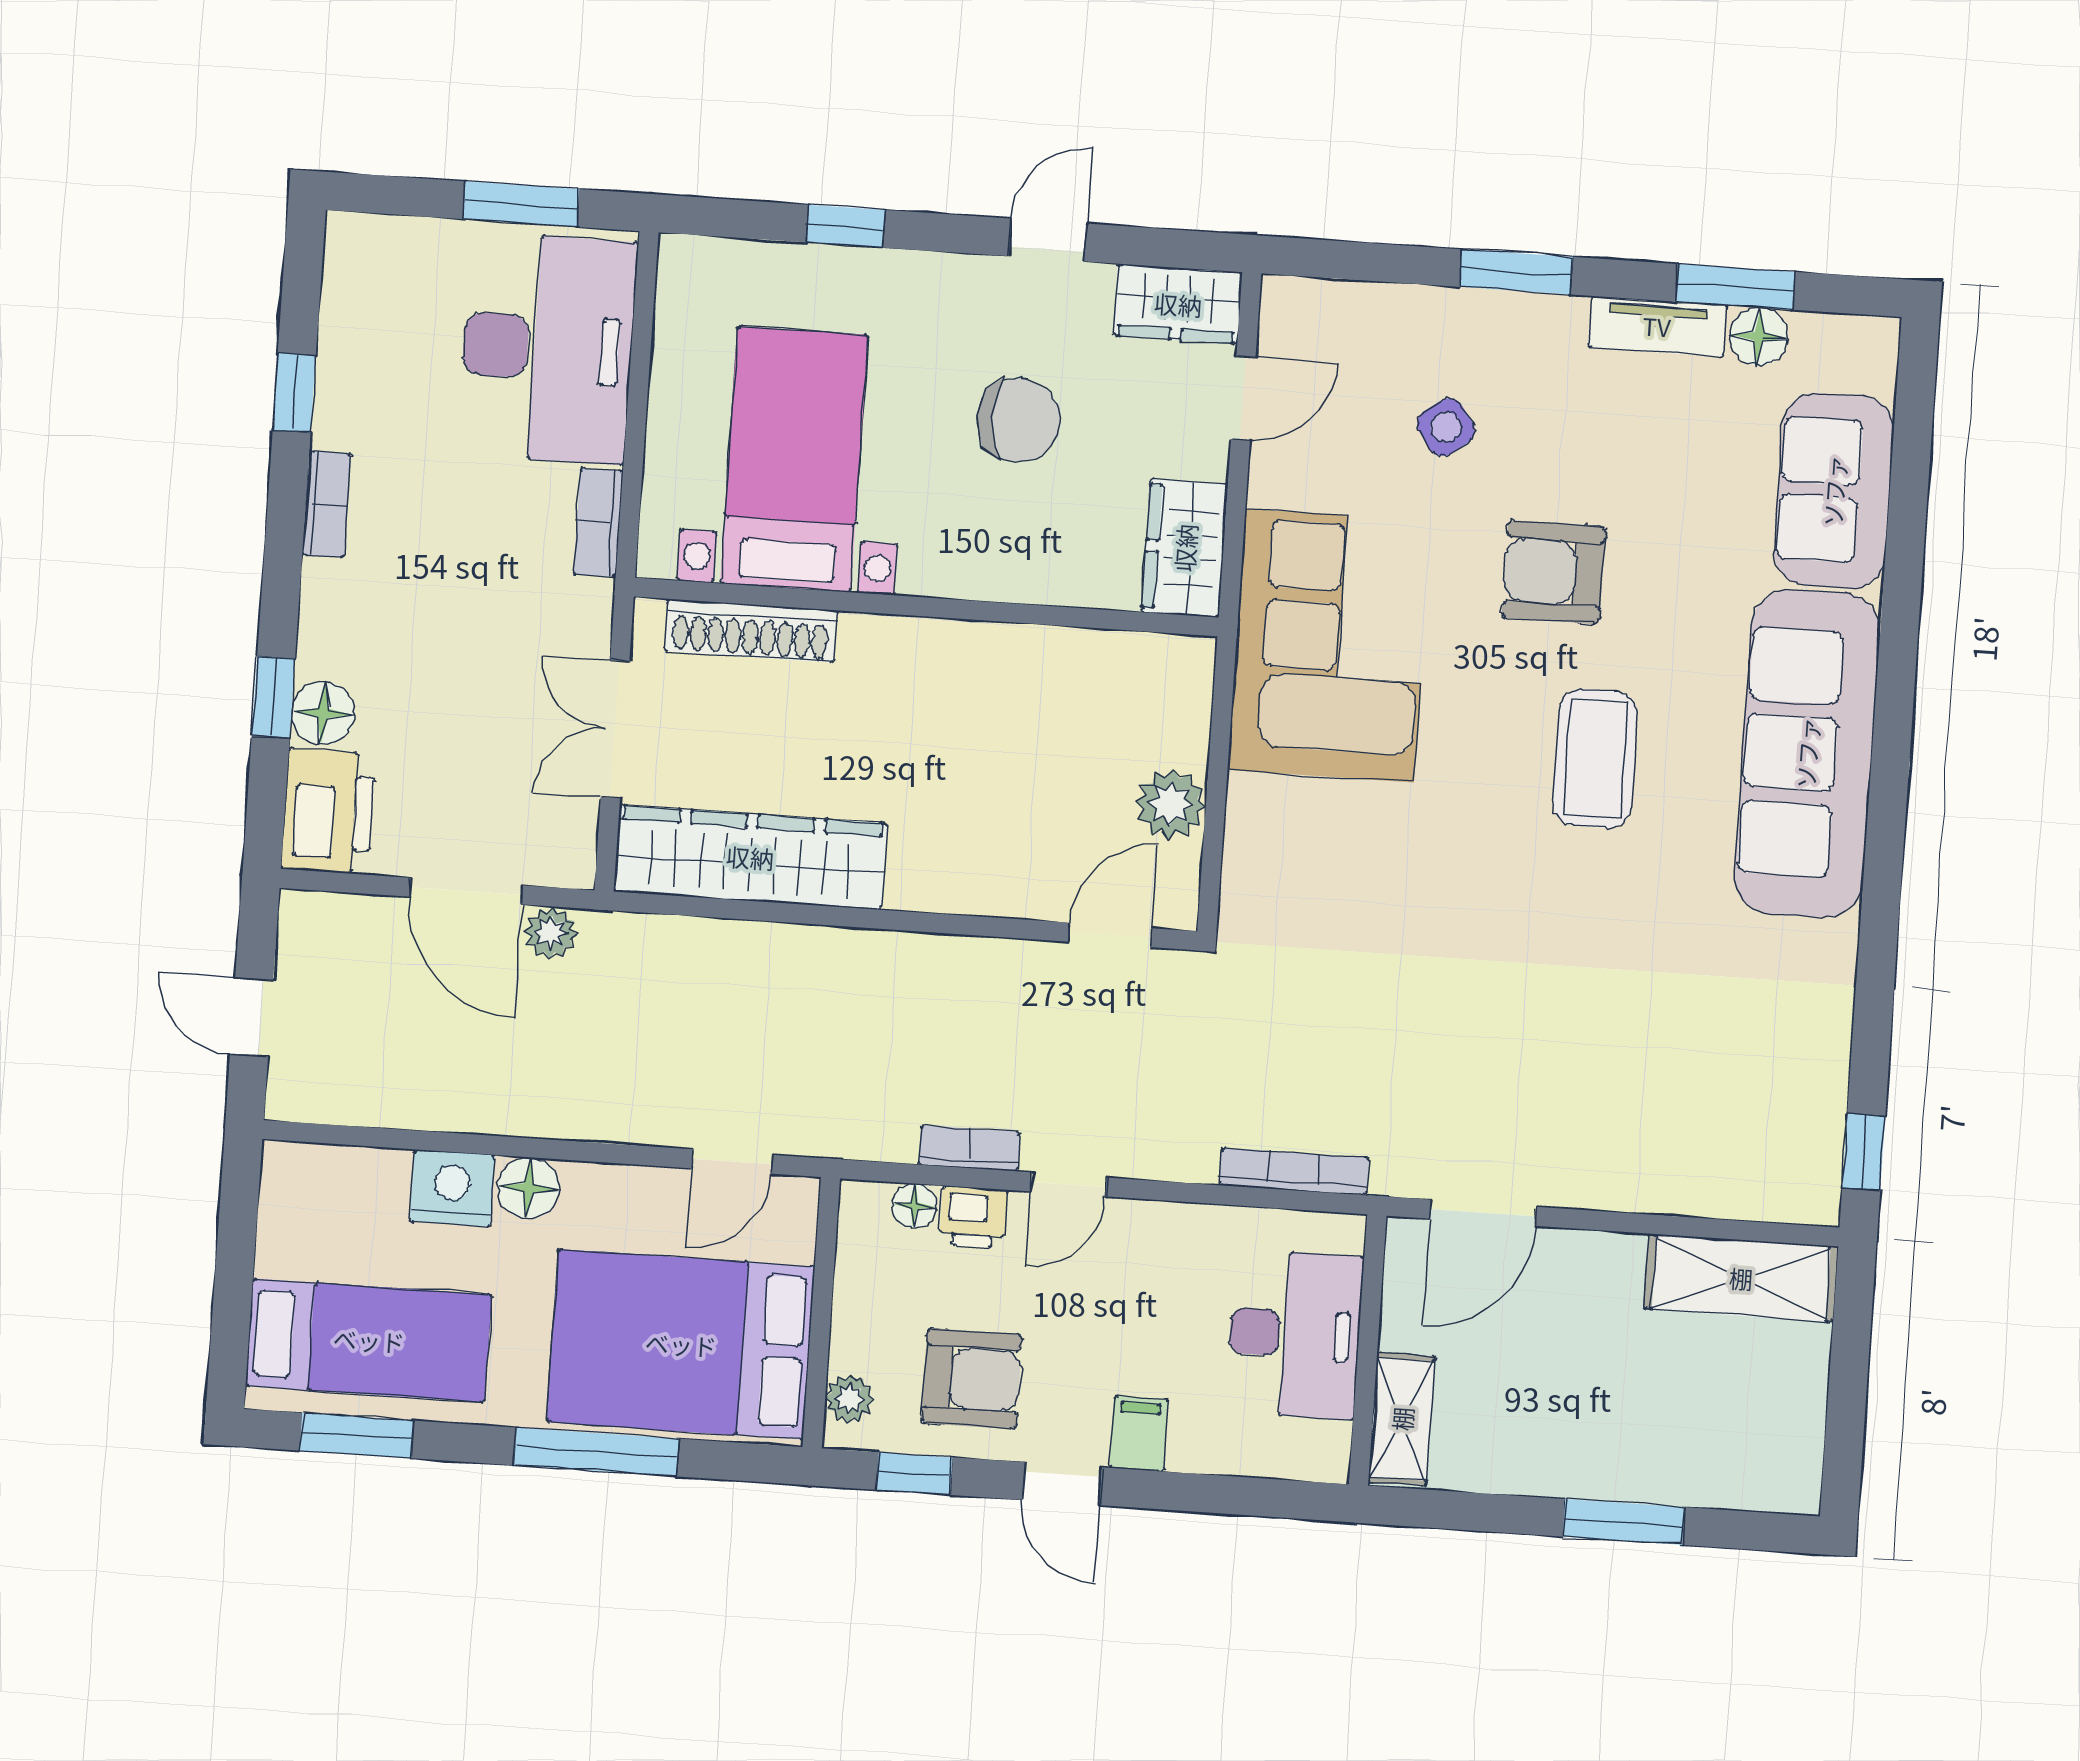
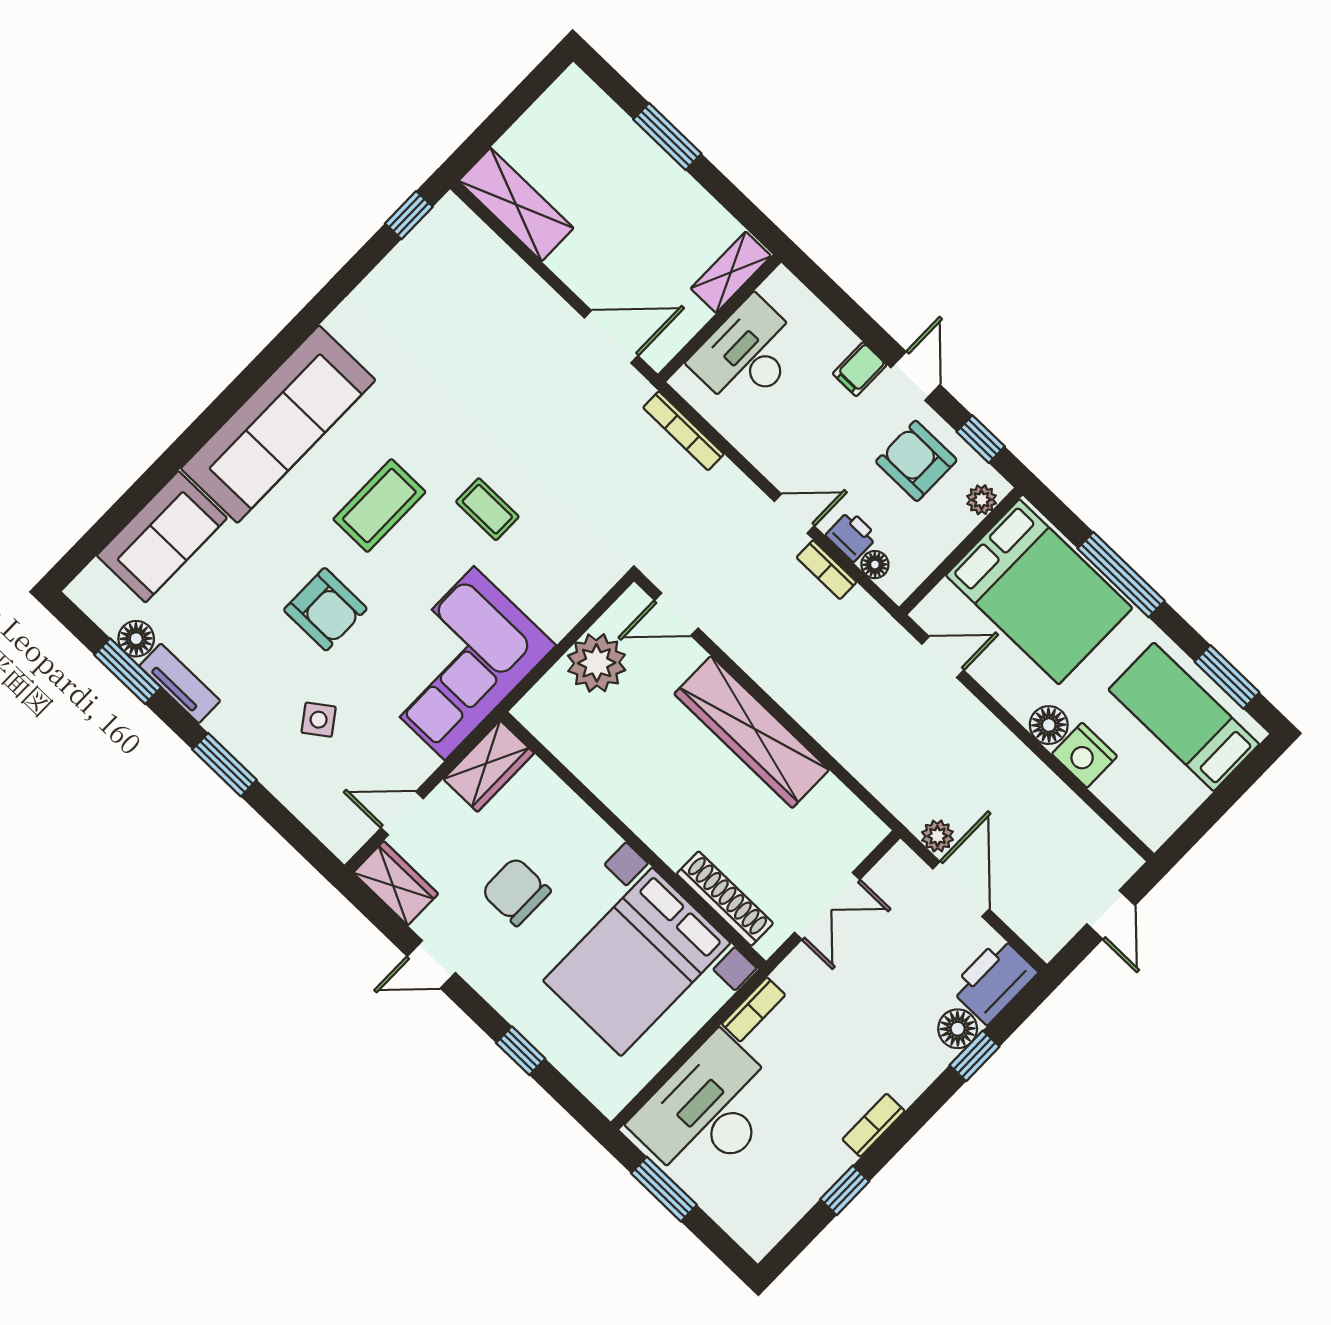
bed with nightstands: (794, 459) -> (637, 962), width x1.36
plant: (1171, 804) -> (597, 663), width x1.36, depth x1.36
wardrobe: (750, 857) -> (752, 732), moved
coffee table: (1457, 867) -> (487, 509), added

